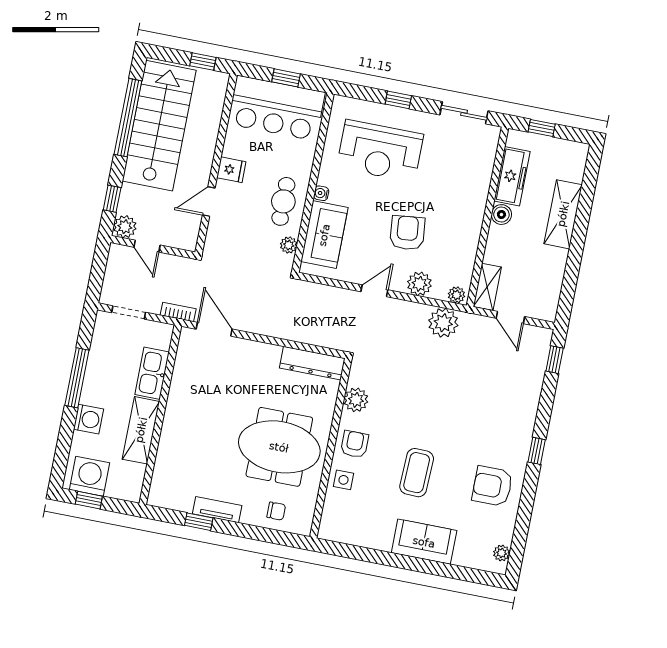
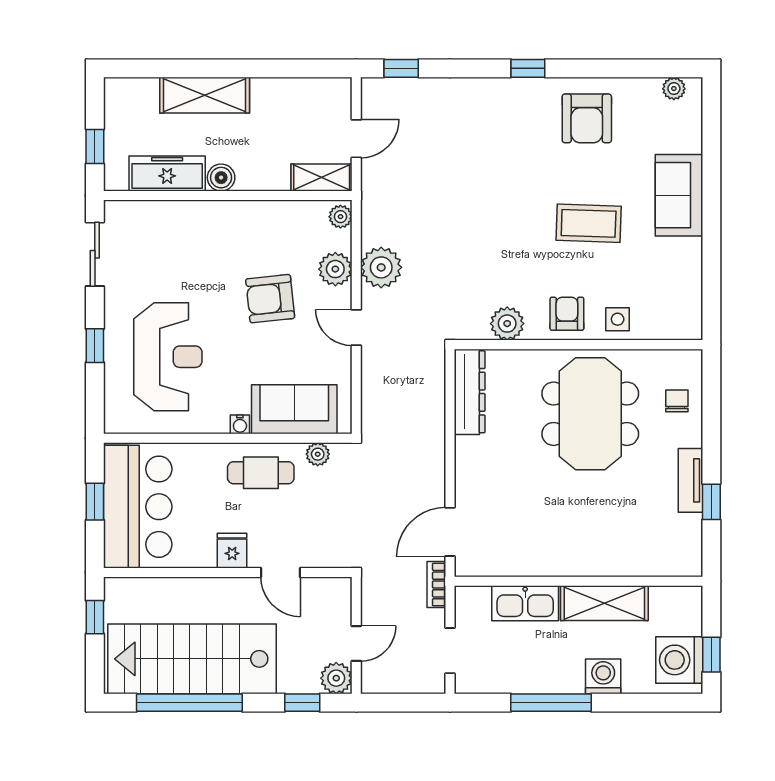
plant: (443, 323) -> (381, 267), moved
armchair: (355, 444) -> (567, 314), turned 90

